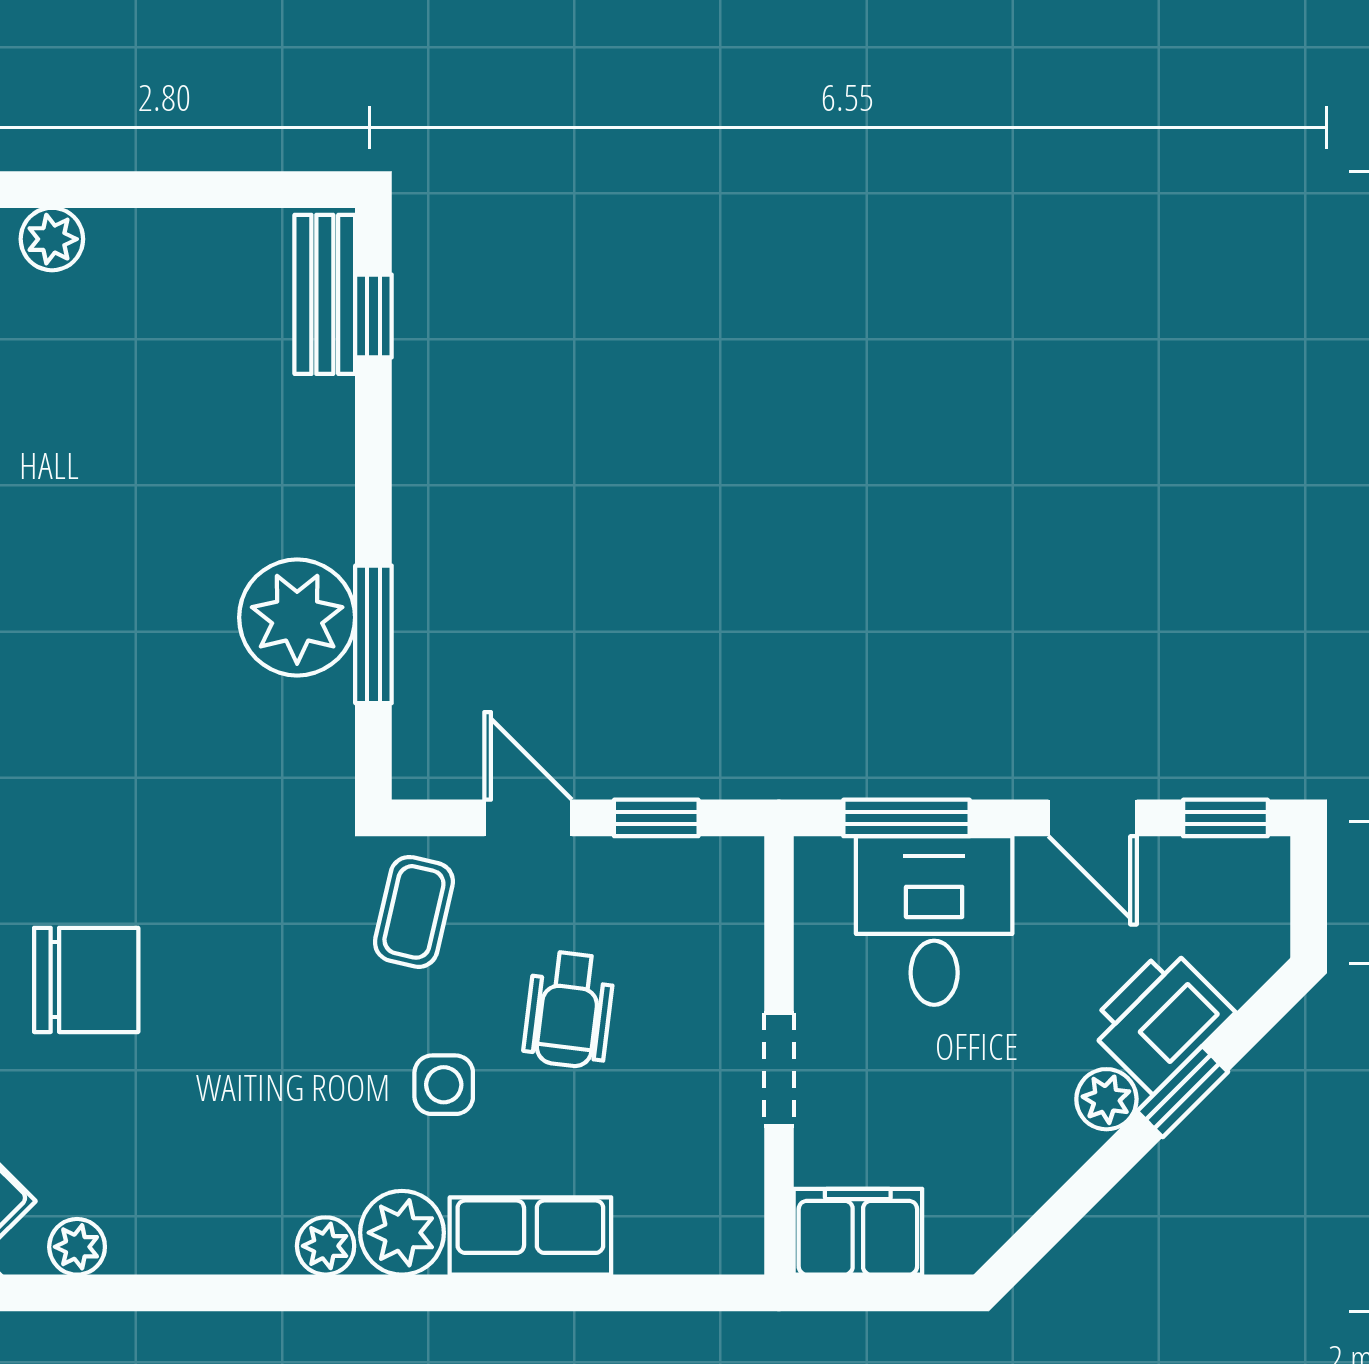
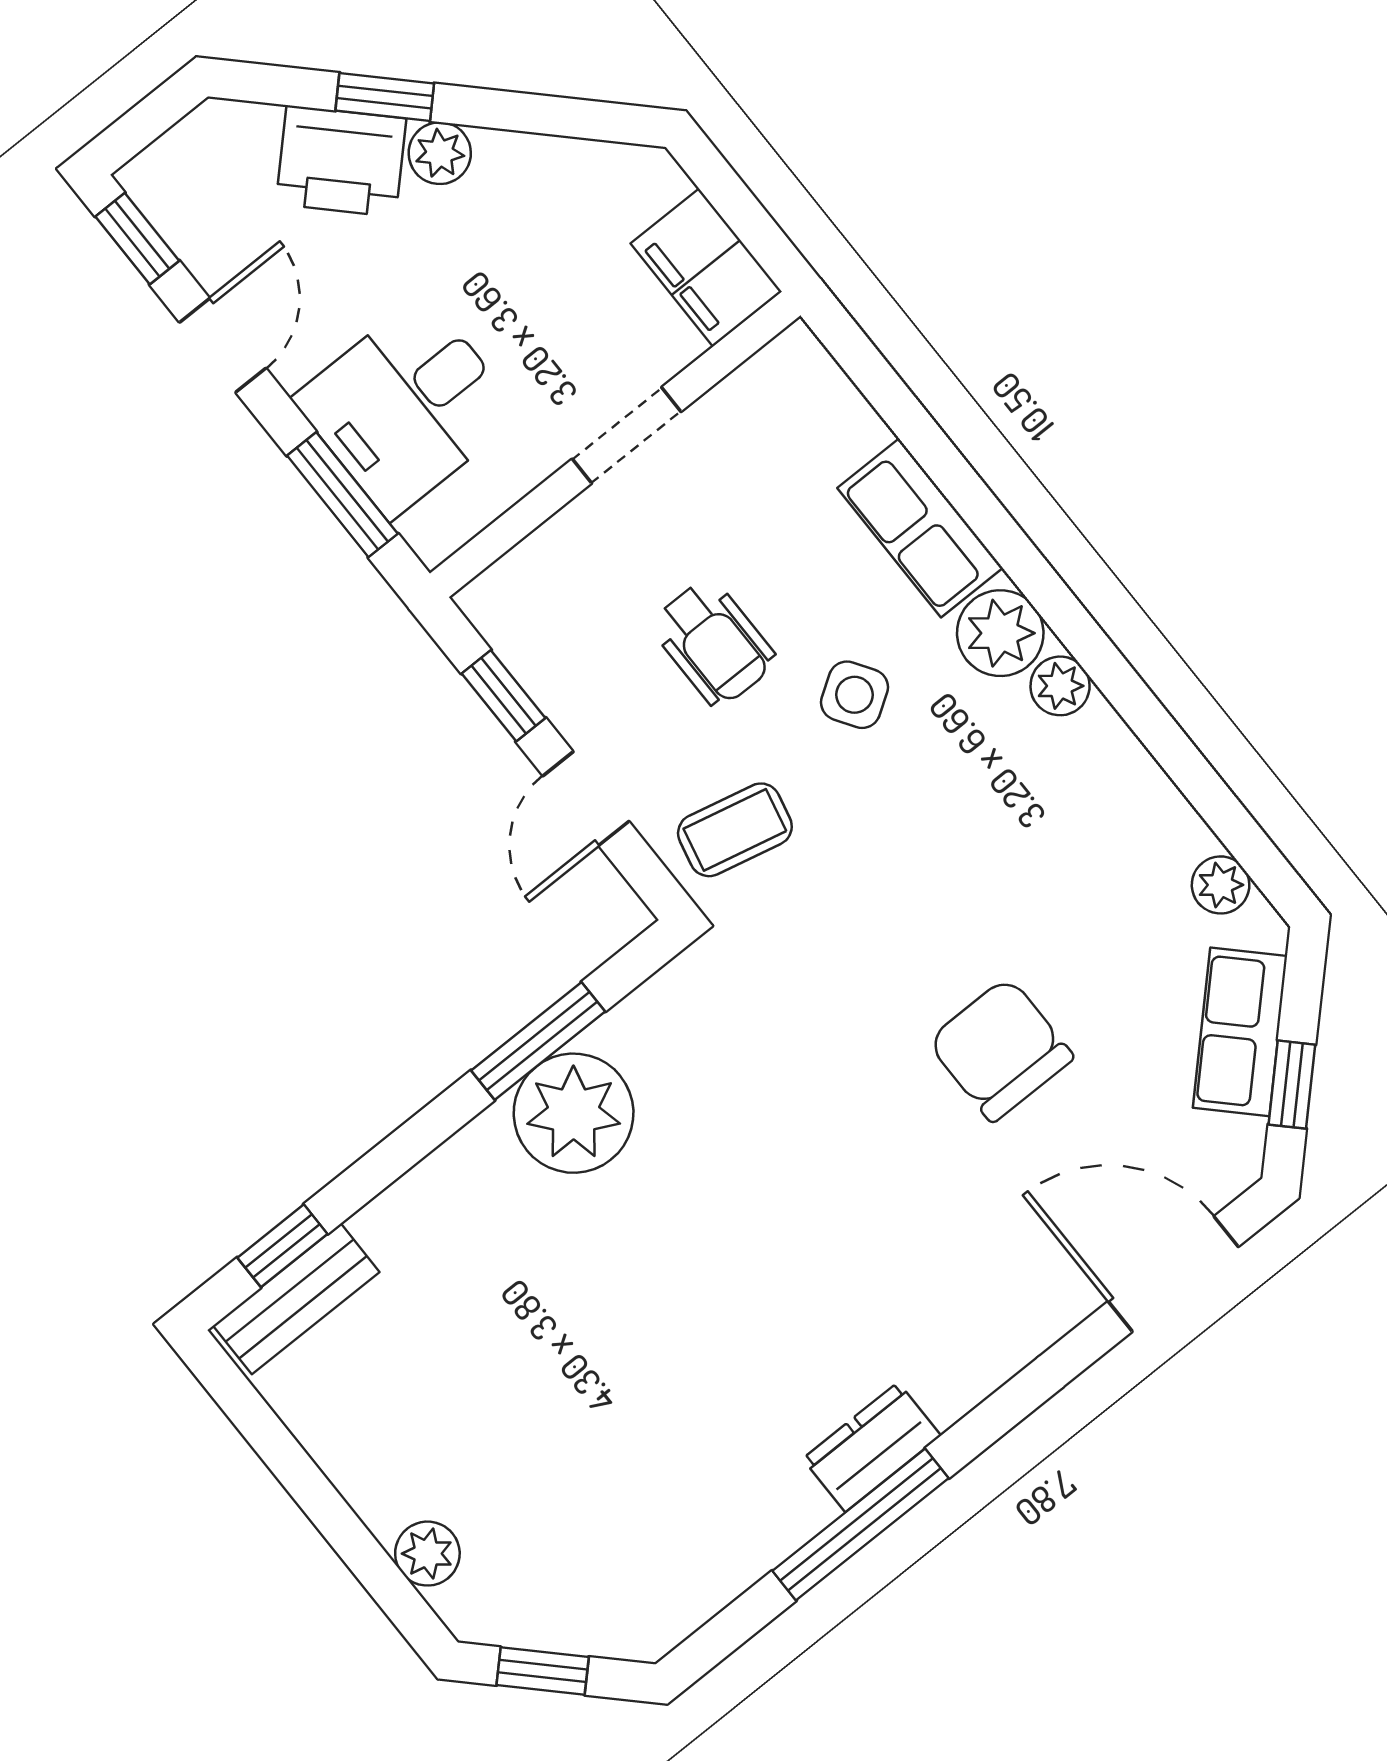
wheelchair: (569, 1009) -> (713, 643), turned 83
side table: (444, 1085) -> (855, 695), turned -33

